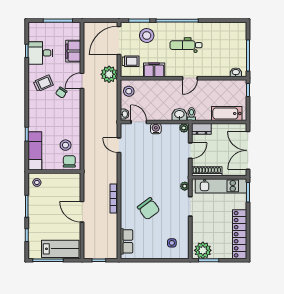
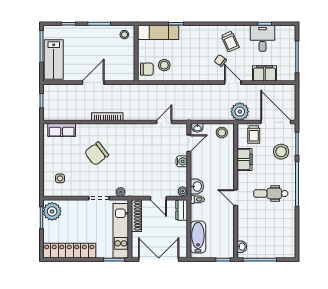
dental chair: (186, 45) -> (271, 194), turned -90

